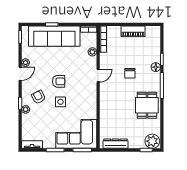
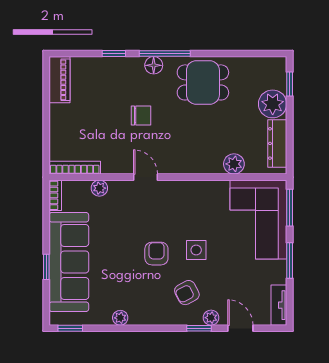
piano: (133, 31) -> (60, 80), moved
floor lamp: (156, 67) -> (154, 65), moved
door: (20, 74) -> (240, 328), moved
plant: (105, 121) -> (234, 164), added
plant: (152, 141) -> (273, 104), moved

